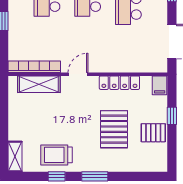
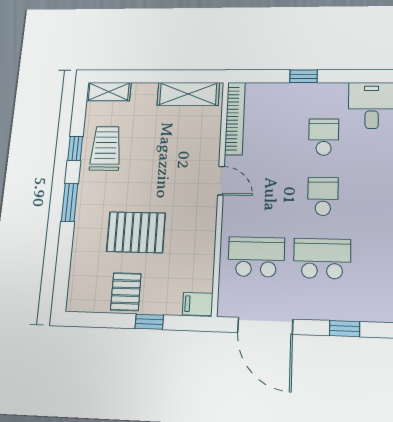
school desk: (128, 49) -> (256, 257), added
locker: (119, 83) -> (205, 242), removed
shelving: (39, 84) -> (188, 94), moved, turned 90

